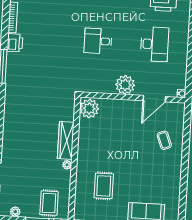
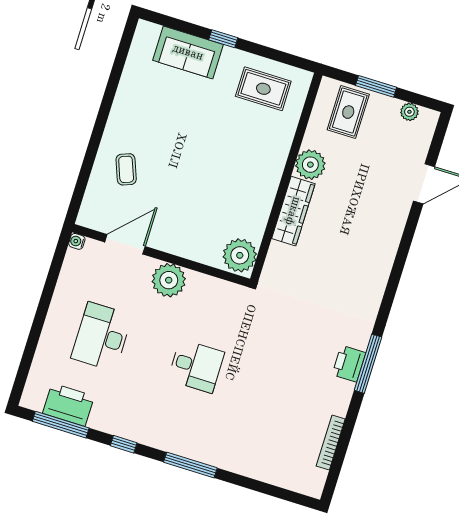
printer: (15, 43) -> (349, 364), moved
plant: (67, 165) -> (310, 165), width x1.88, depth x1.88
rug: (104, 186) -> (263, 89), moved, turned 90

